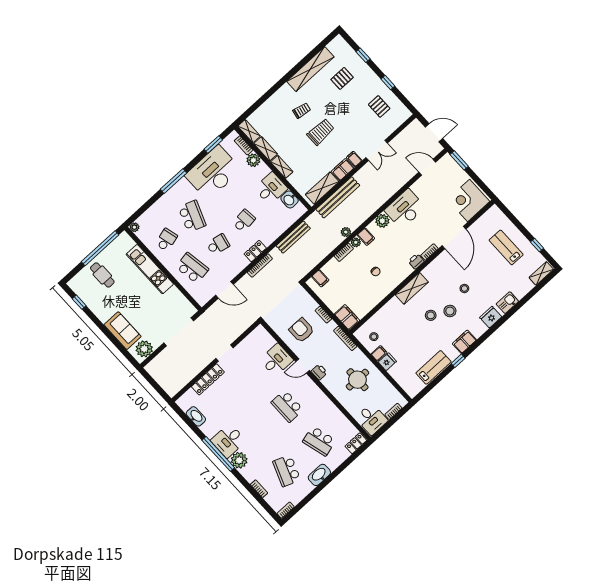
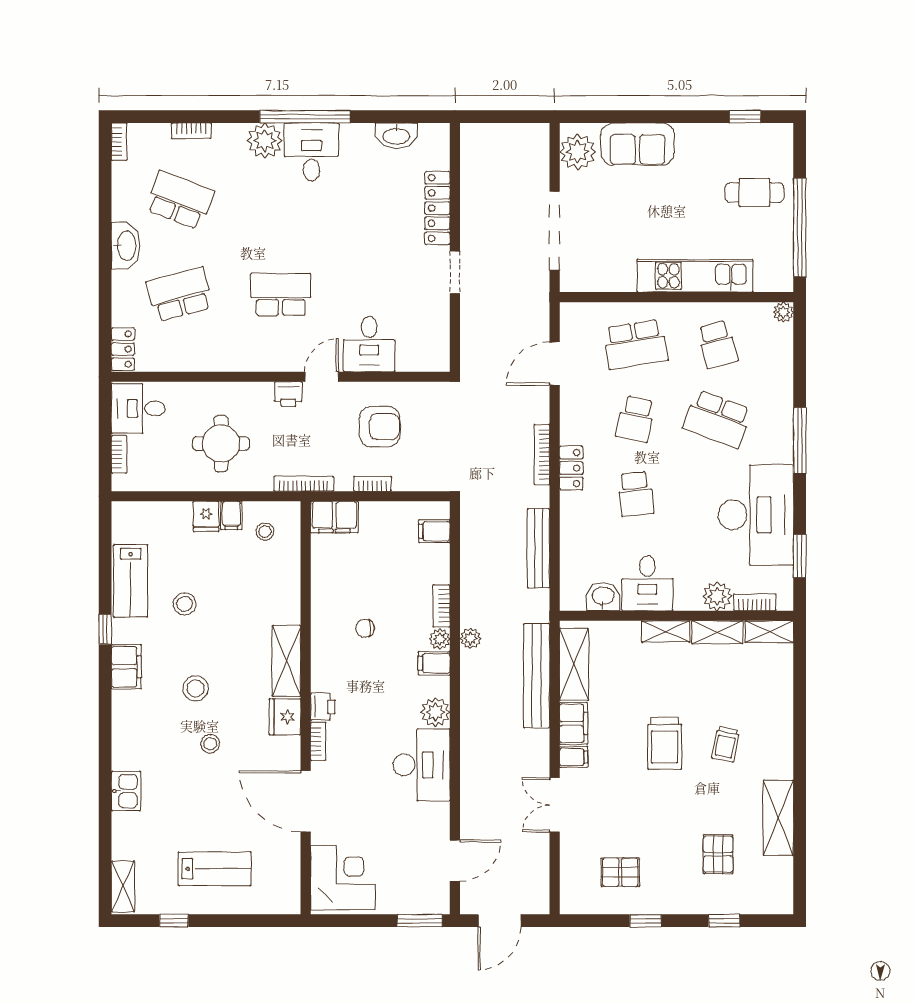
shelving: (310, 69) -> (778, 818), width x0.68
stool: (431, 315) -> (184, 604), moved
fridge: (491, 317) -> (285, 717), moved, turned 180

